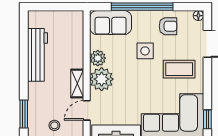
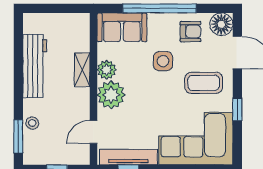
floor lamp: (198, 16) -> (221, 24), width x1.89, depth x1.89
shelving: (77, 84) -> (82, 70), moved
window: (207, 119) -> (237, 110), moved
stool: (54, 125) -> (32, 123), moved

